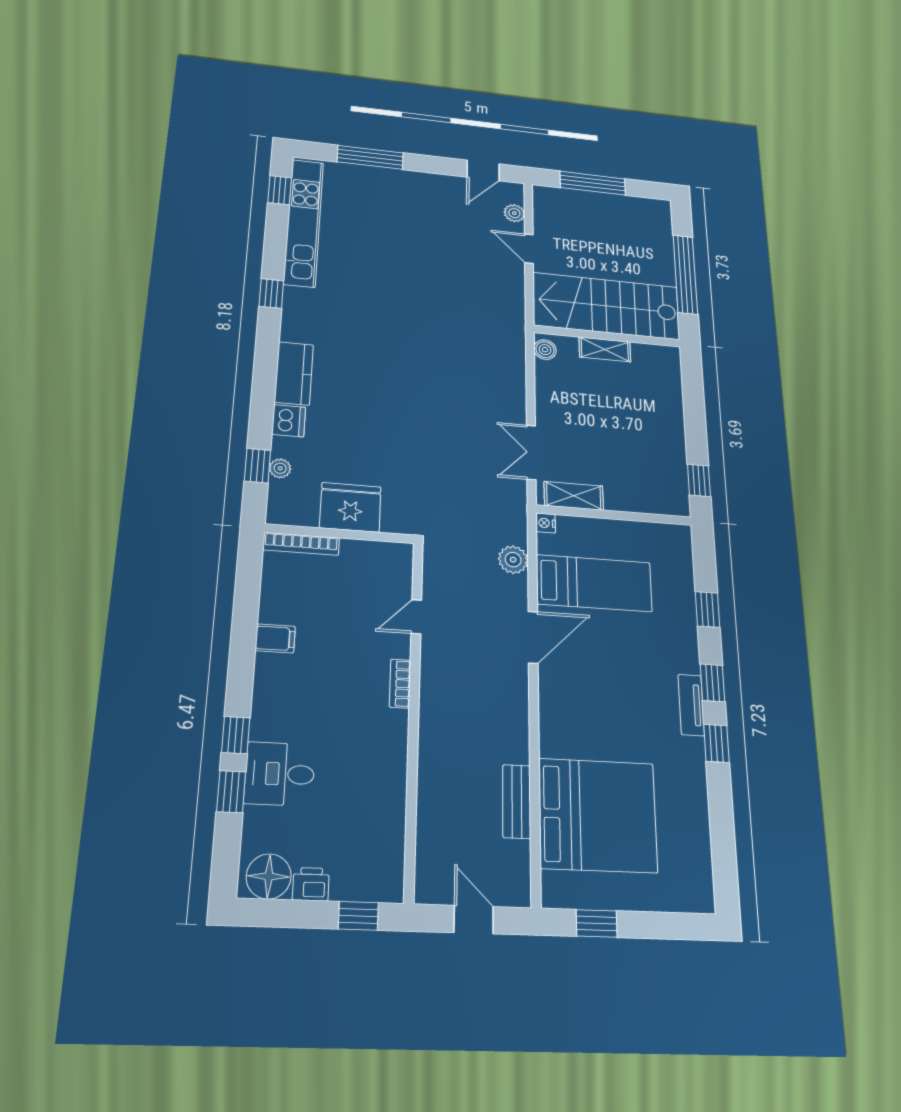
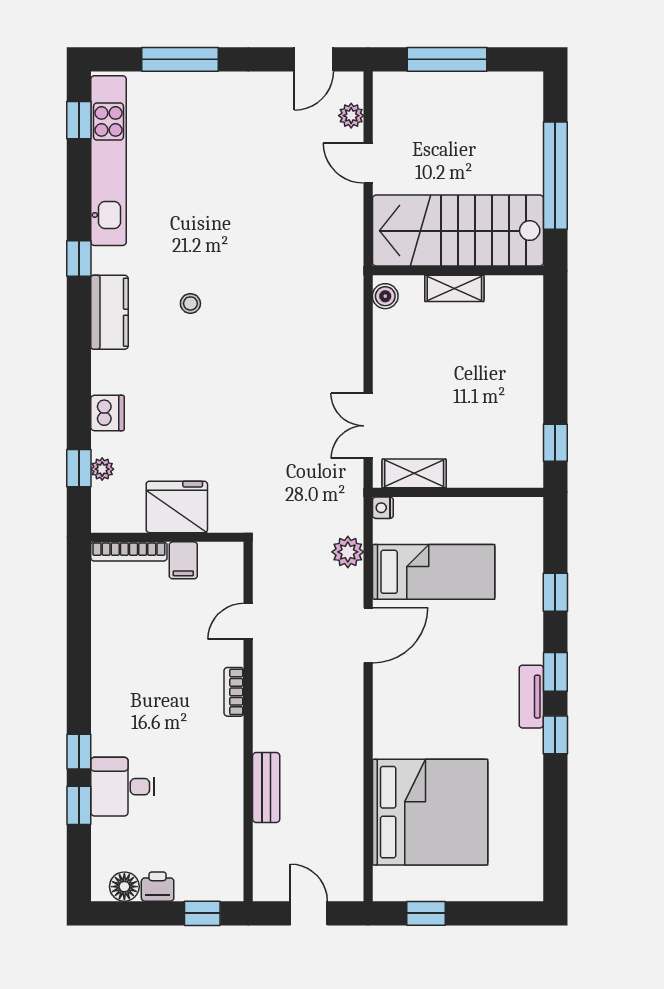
stool: (371, 339) -> (190, 303), added
kitchen counter: (294, 373) -> (110, 312), moved
filing cabinet: (275, 638) -> (183, 560), moved, turned 90
bench: (517, 801) -> (266, 787), moved
floor lamp: (269, 876) -> (124, 887), width x0.73, depth x0.73

